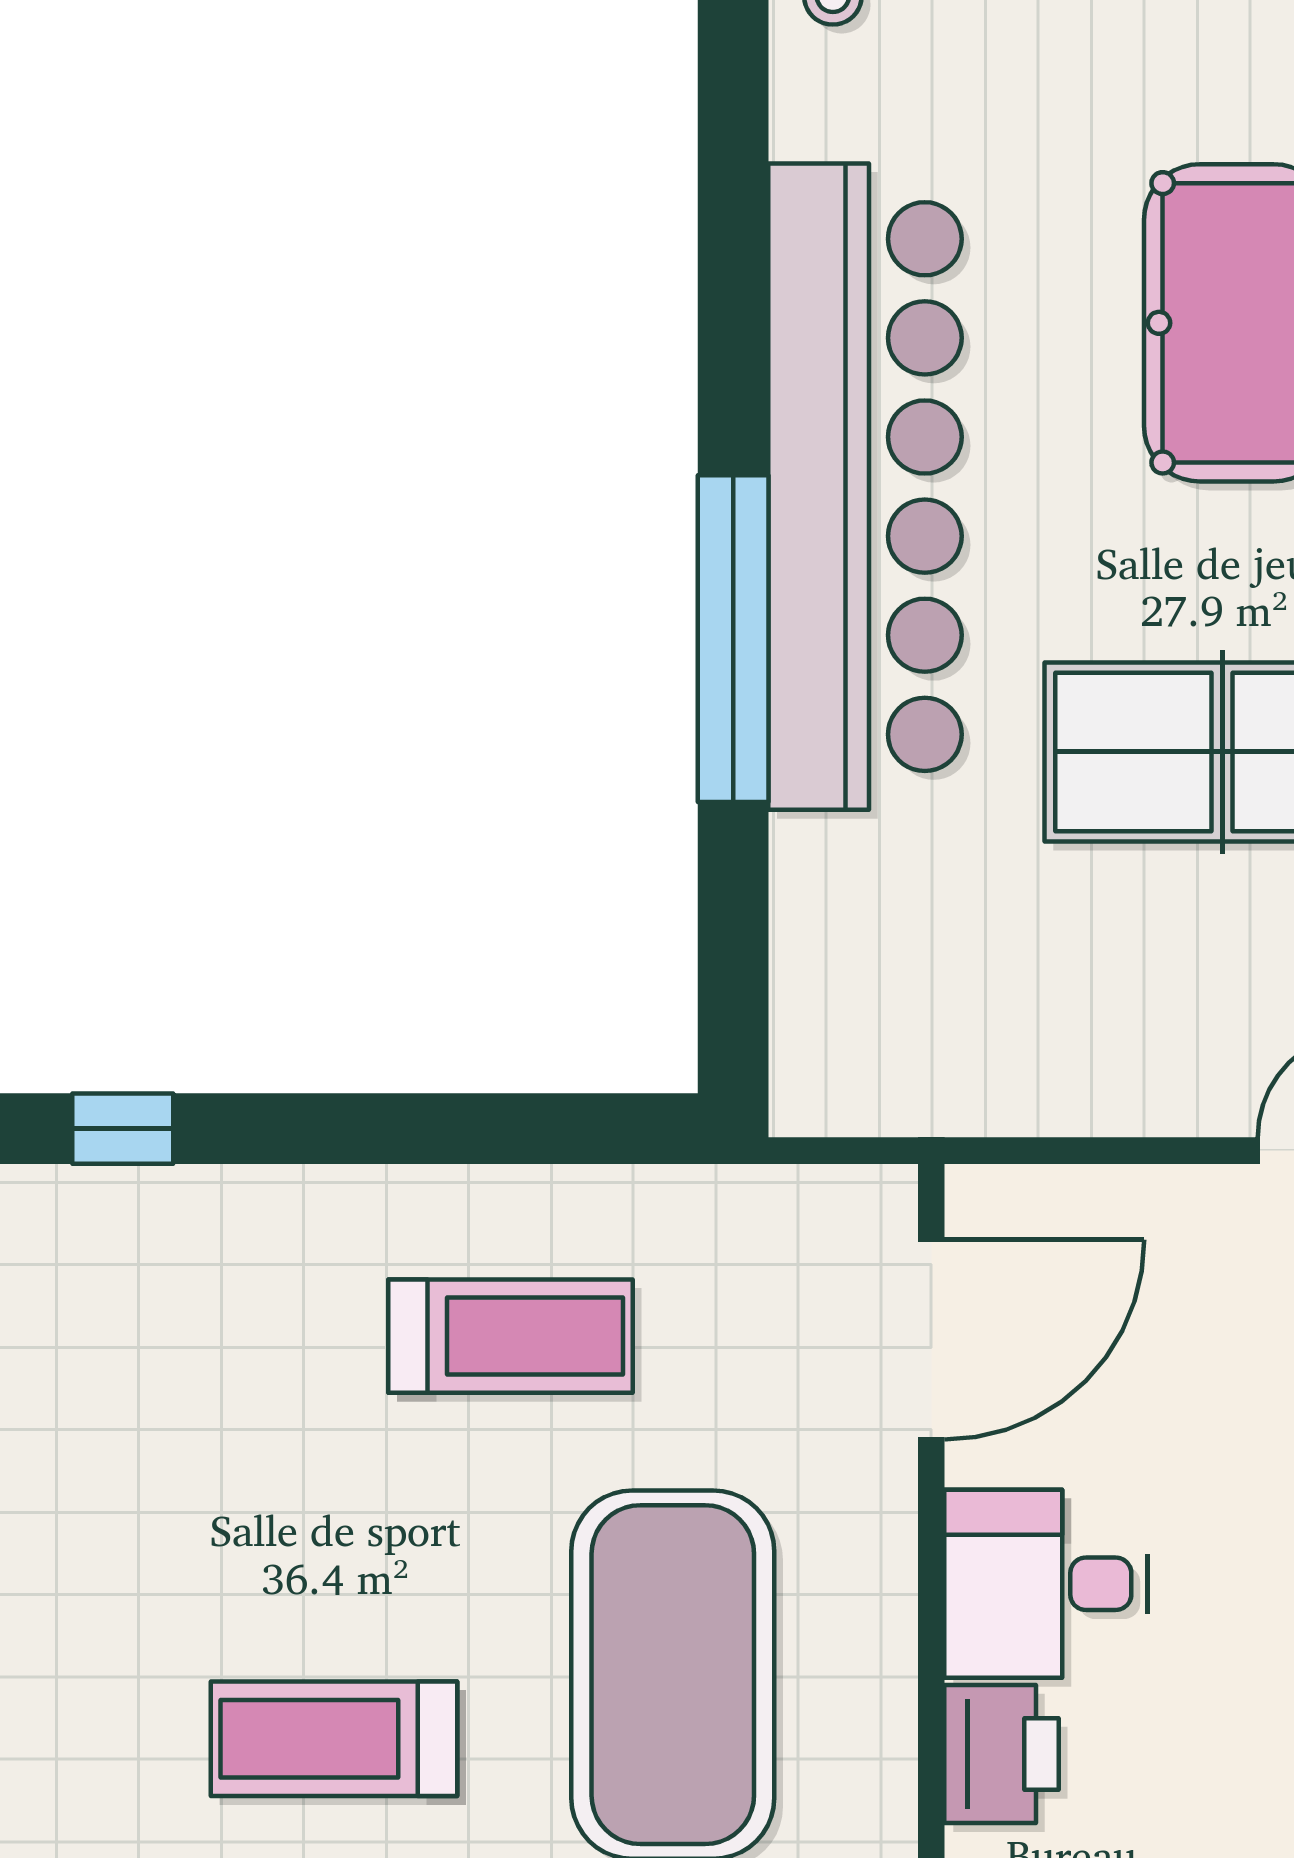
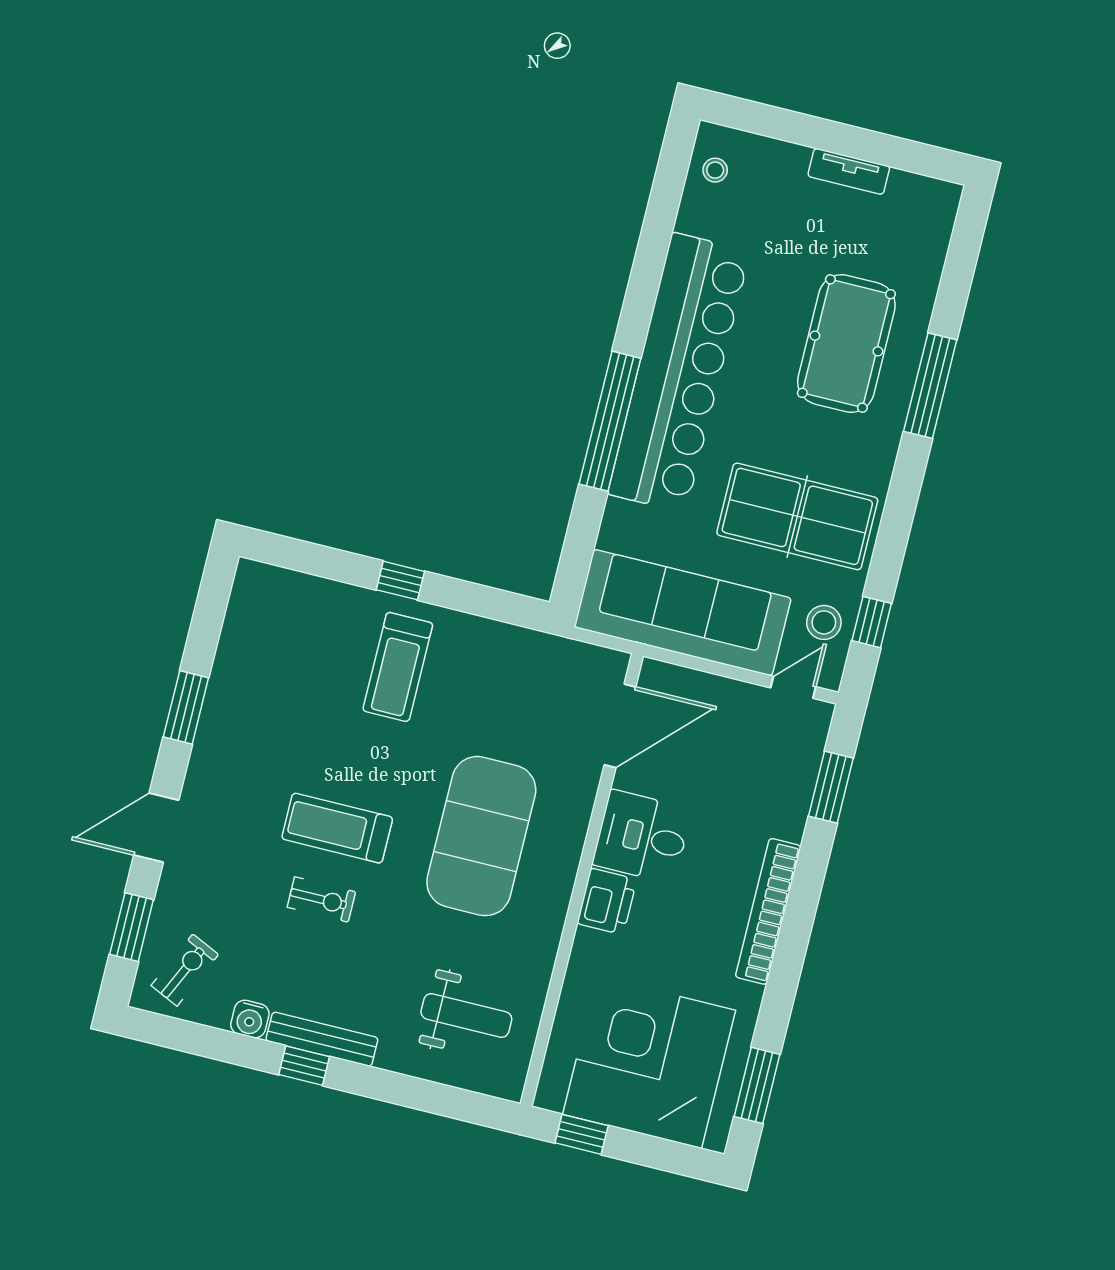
sofa: (1012, 1041) -> (683, 613), added
window: (123, 1129) -> (400, 581), moved
treadmill: (510, 1336) -> (398, 667), moved, turned 90

